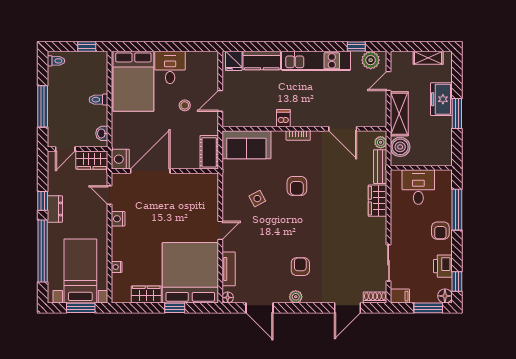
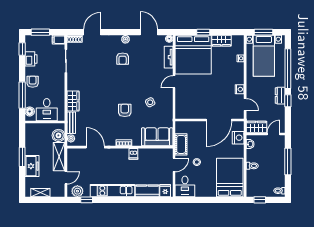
desk: (170, 67) -> (185, 186), moved
cot: (209, 152) -> (181, 144), moved
nightstand: (120, 159) -> (238, 138), moved
floor lamp: (445, 296) -> (30, 111), moved

